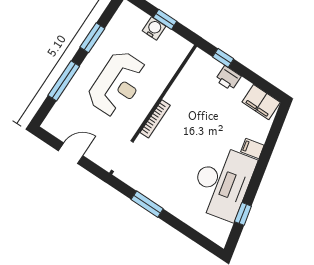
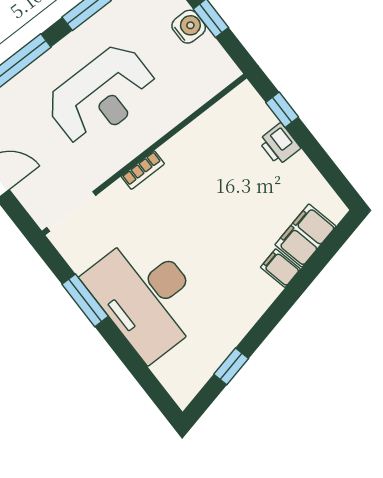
filing cabinet: (261, 102) -> (305, 235), moved, turned 78
bookcase: (155, 119) -> (143, 170), width x0.64
desk: (222, 183) -> (146, 296), moved, turned 102

